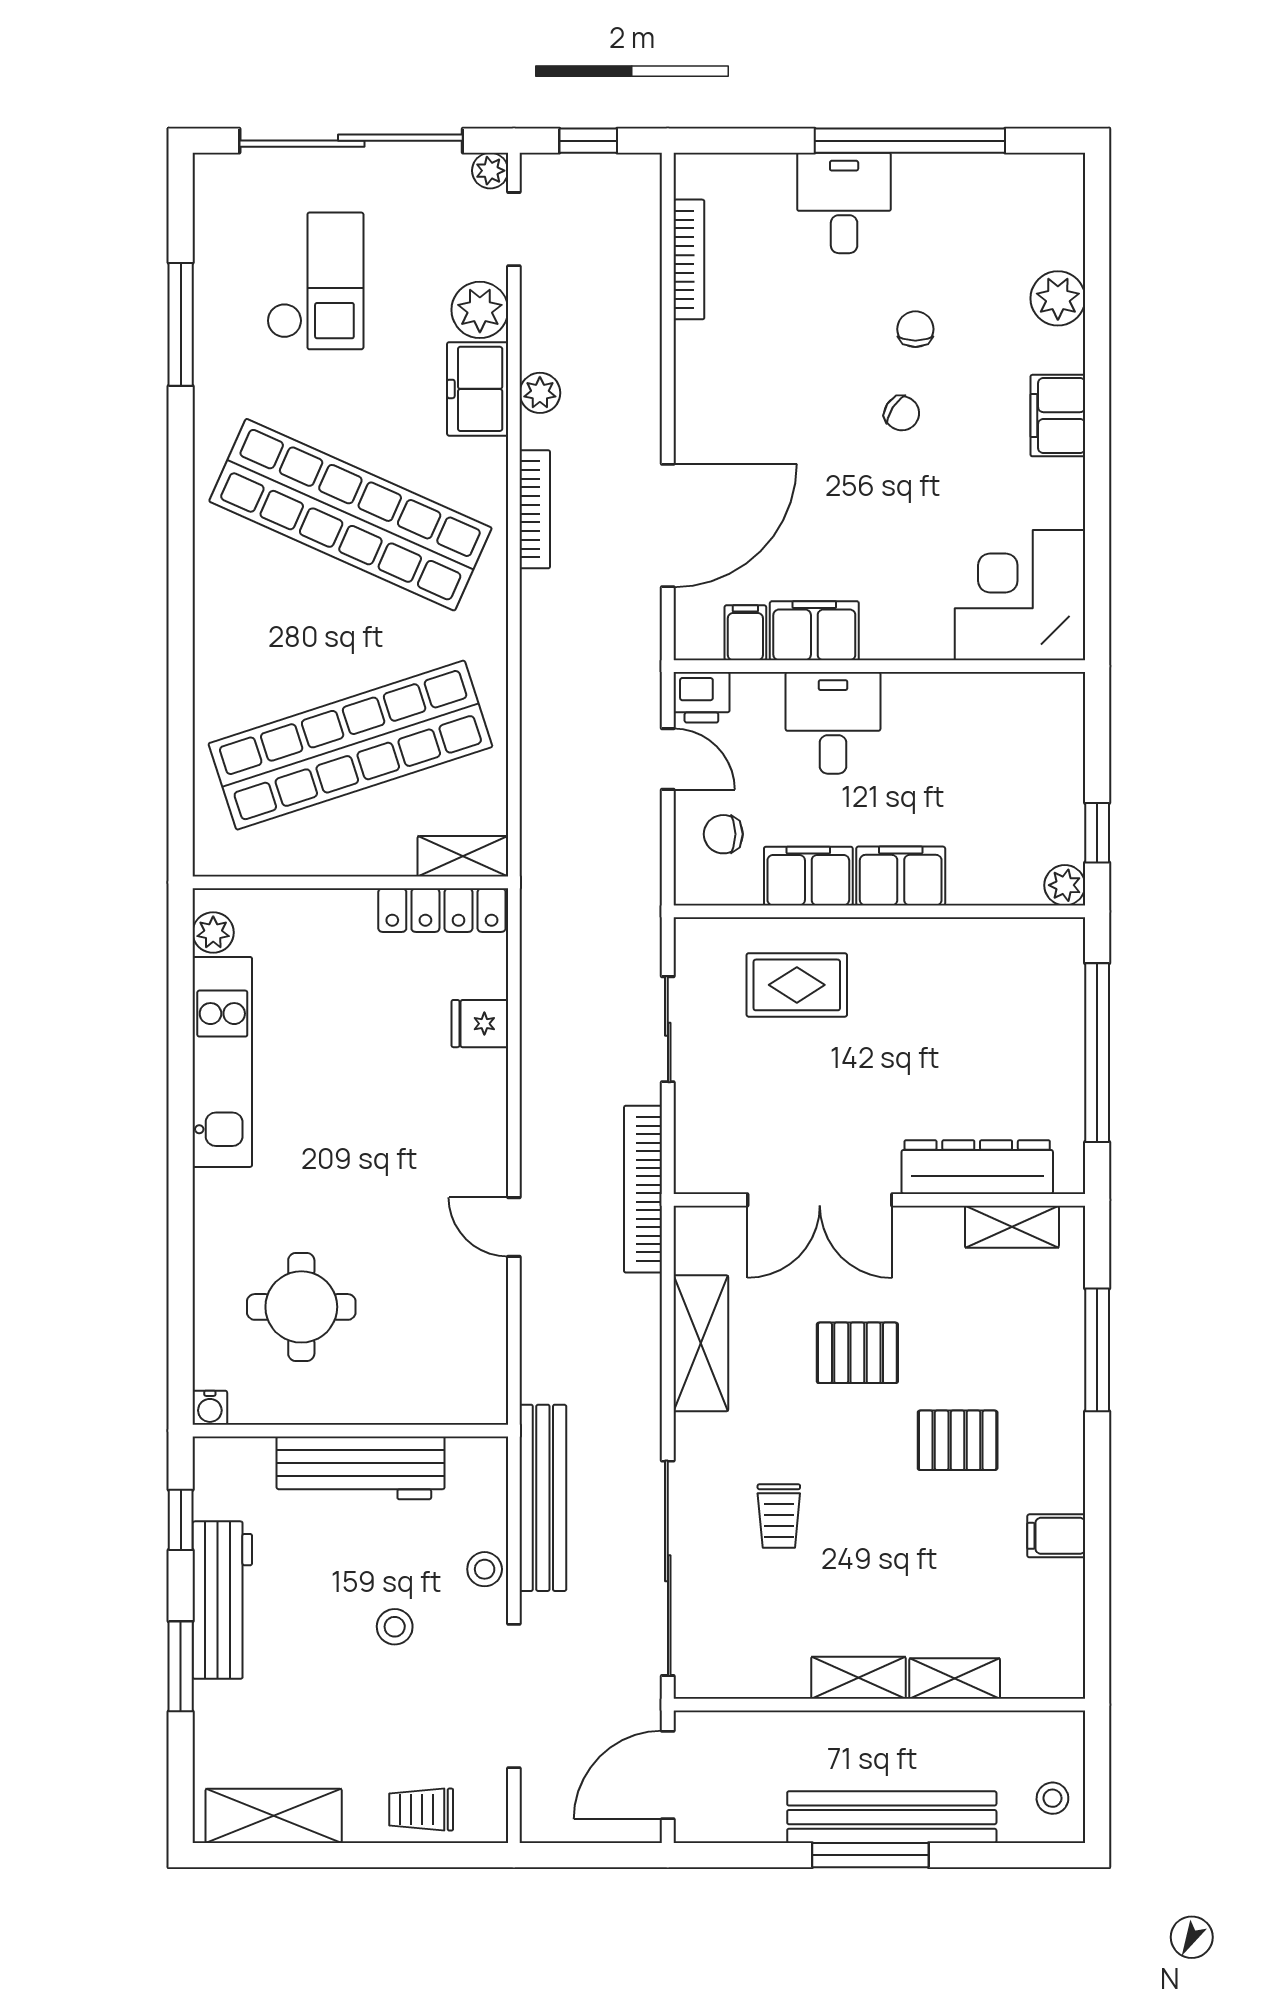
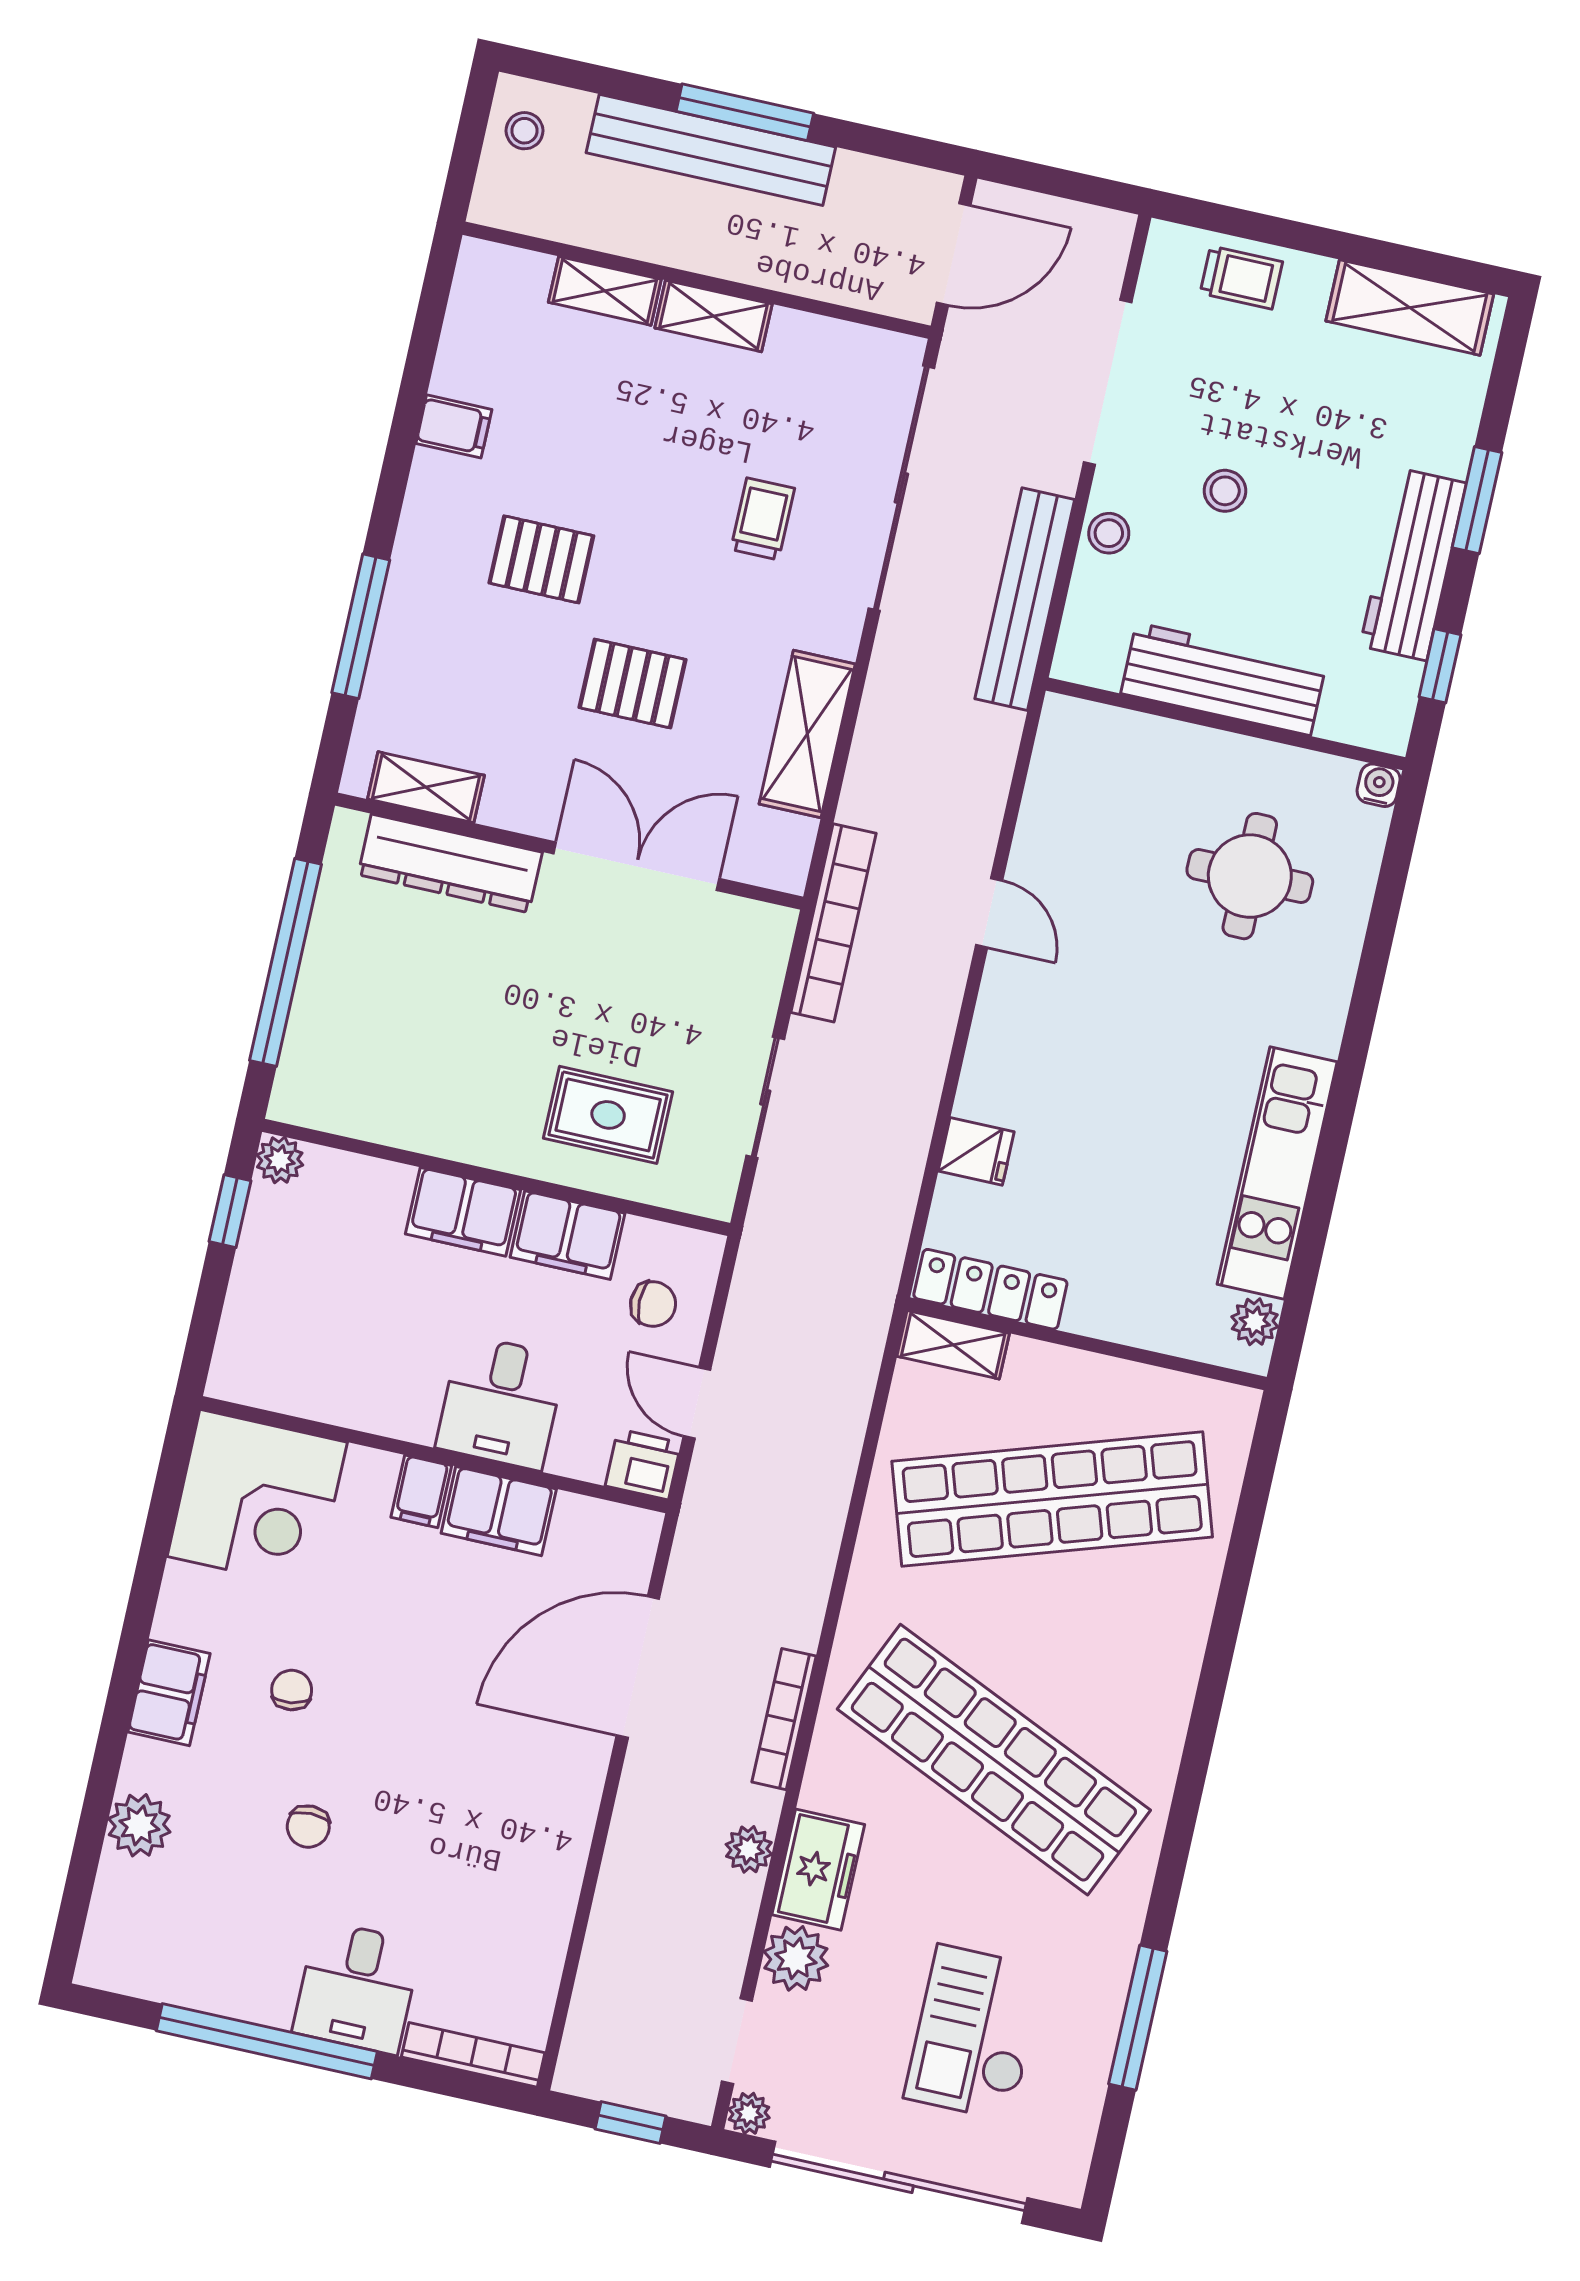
bookcase: (689, 259) -> (473, 2055), moved, turned 90
chair: (902, 413) -> (292, 1690), moved, turned 48
filing cabinet: (745, 633) -> (421, 1491), moved

